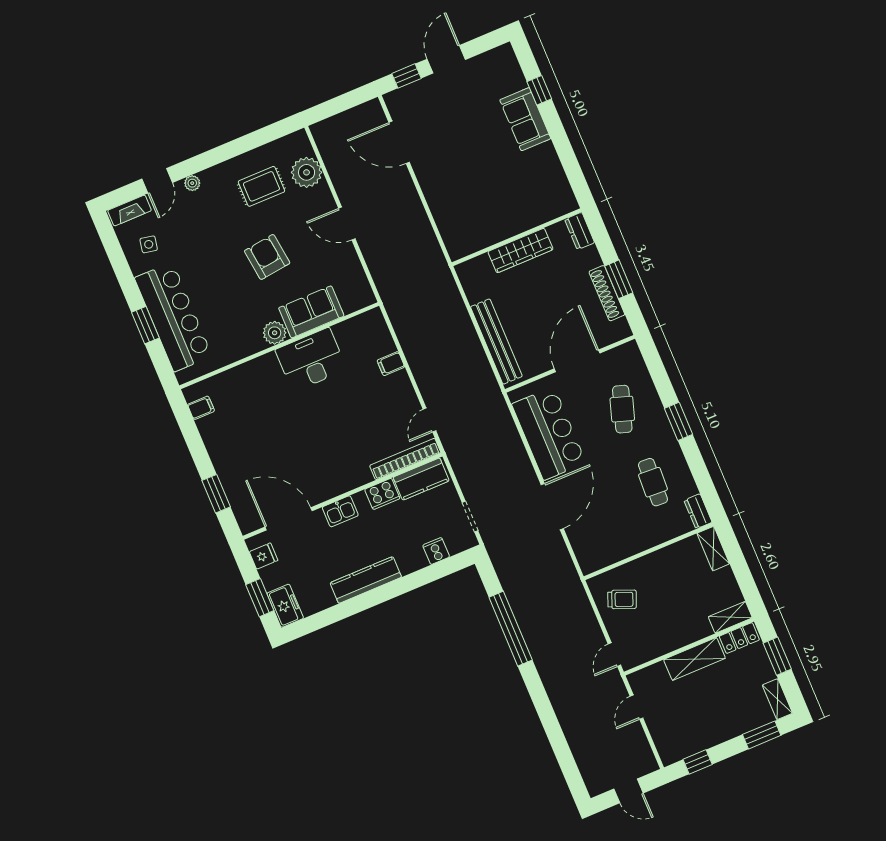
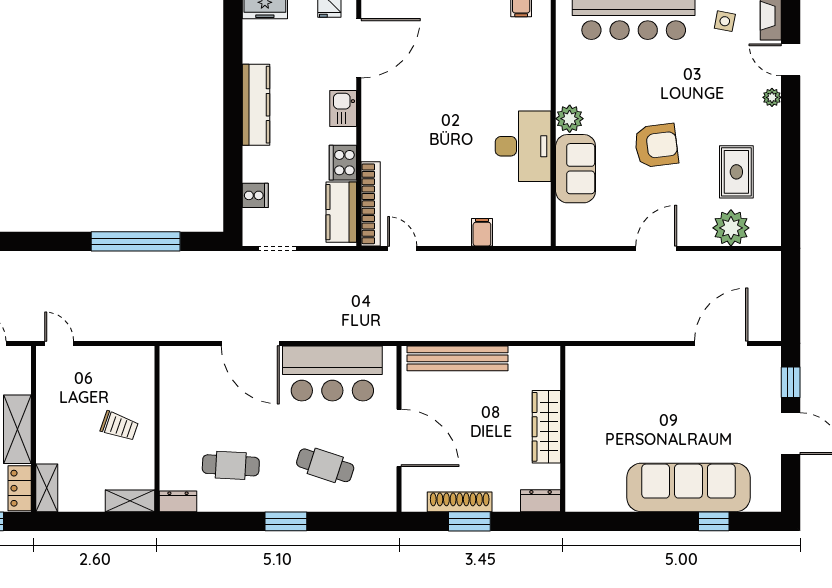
sofa: (525, 119) -> (688, 487), width x1.85, depth x1.27
trolley: (622, 599) -> (119, 426), moved, turned -93

